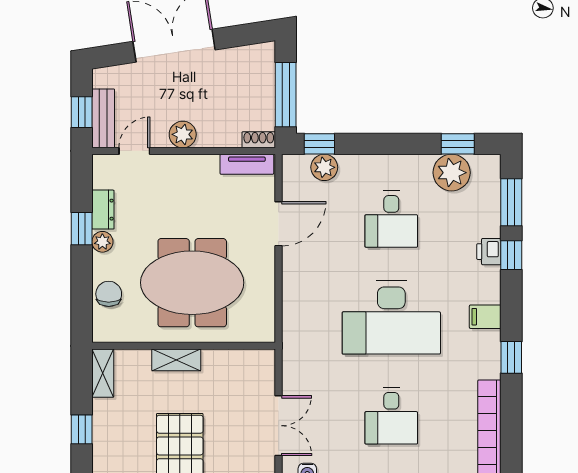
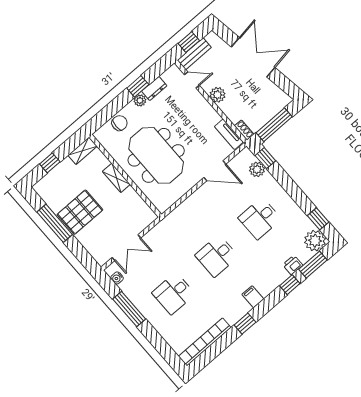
plant: (452, 173) -> (315, 241), moved
printer: (489, 252) -> (293, 265), moved
desk: (391, 318) -> (217, 256), width x0.53, depth x0.77

